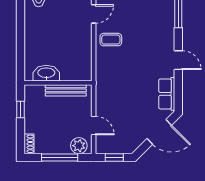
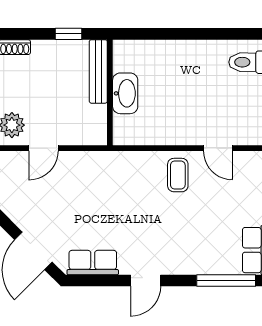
washbasin: (46, 73) -> (125, 93), moved
bench: (66, 90) -> (98, 71), moved

